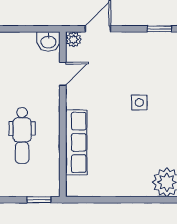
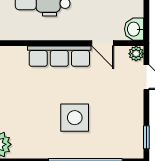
side table: (139, 103) -> (75, 118), width x1.87, depth x1.87
row of seats: (76, 142) -> (59, 56), moved

